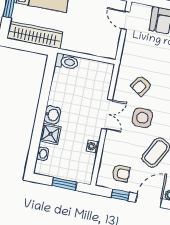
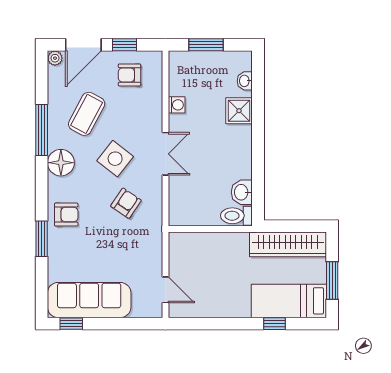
double door: (107, 114) -> (165, 154), swing flipped
washbasin: (52, 115) -> (242, 192), moved
side table: (142, 118) -> (115, 159), turned 38

